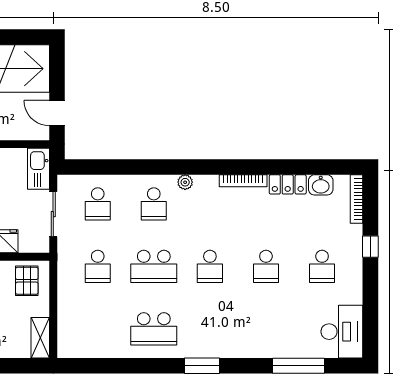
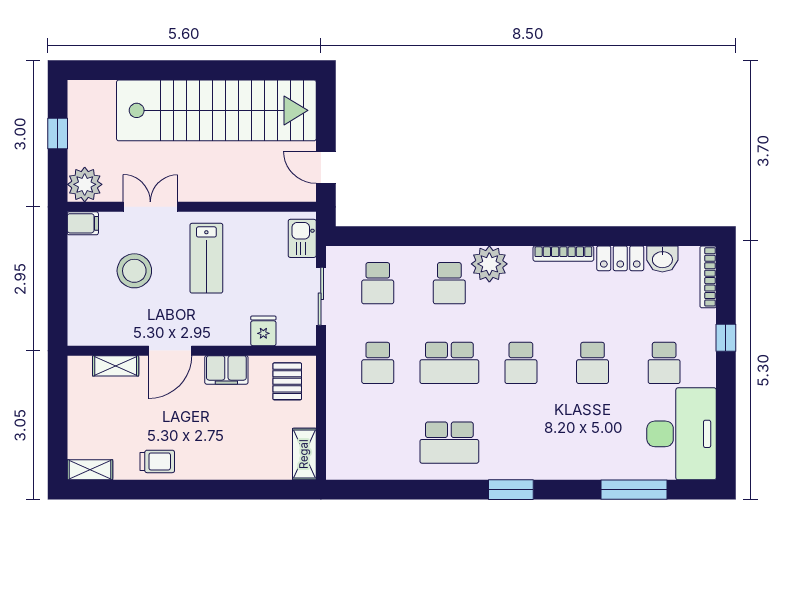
kitchen sink: (39, 169) -> (302, 238), width x0.73
plant: (185, 182) -> (489, 264), width x1.88, depth x1.88
desk: (342, 332) -> (682, 434), width x1.36, depth x1.30

